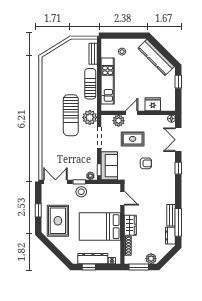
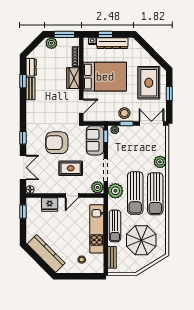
parasol: (65, 70) -> (141, 240), added
window: (178, 82) -> (23, 212), moved
sun lounger: (52, 115) -> (155, 194), added
sun lounger: (71, 115) -> (135, 193), turned 180
plant: (119, 121) -> (97, 187), moved
plant: (47, 145) -> (160, 162), added
armchair: (146, 163) -> (57, 143), width x1.88, depth x1.88
double door: (55, 182) -> (151, 123), swing flipped
door: (122, 198) -> (81, 106), swing flipped
window: (178, 222) -> (23, 81), width x0.46
window: (89, 267) -> (106, 34), moved

